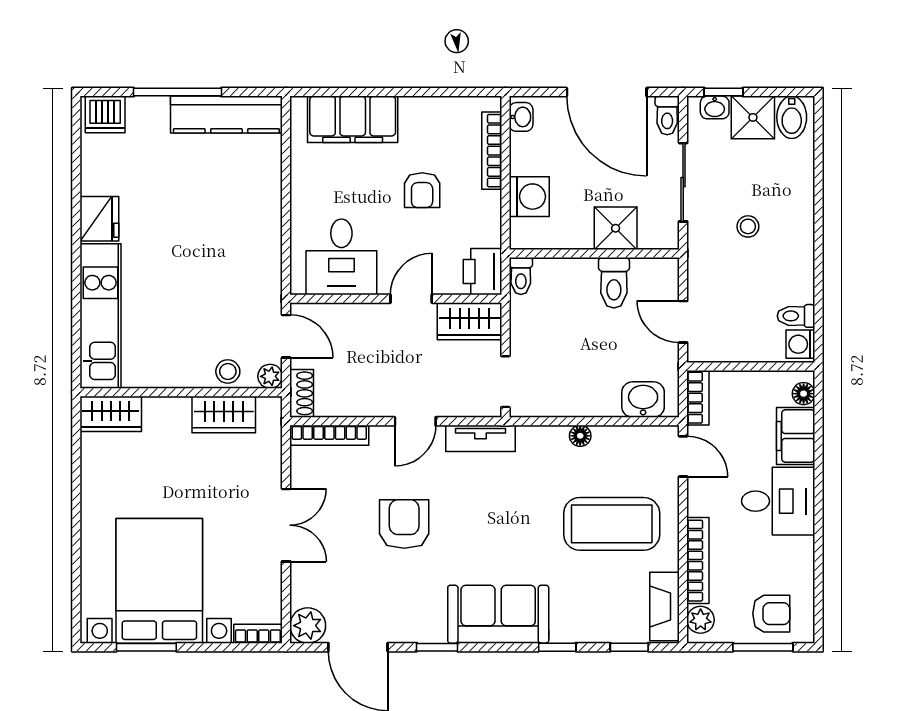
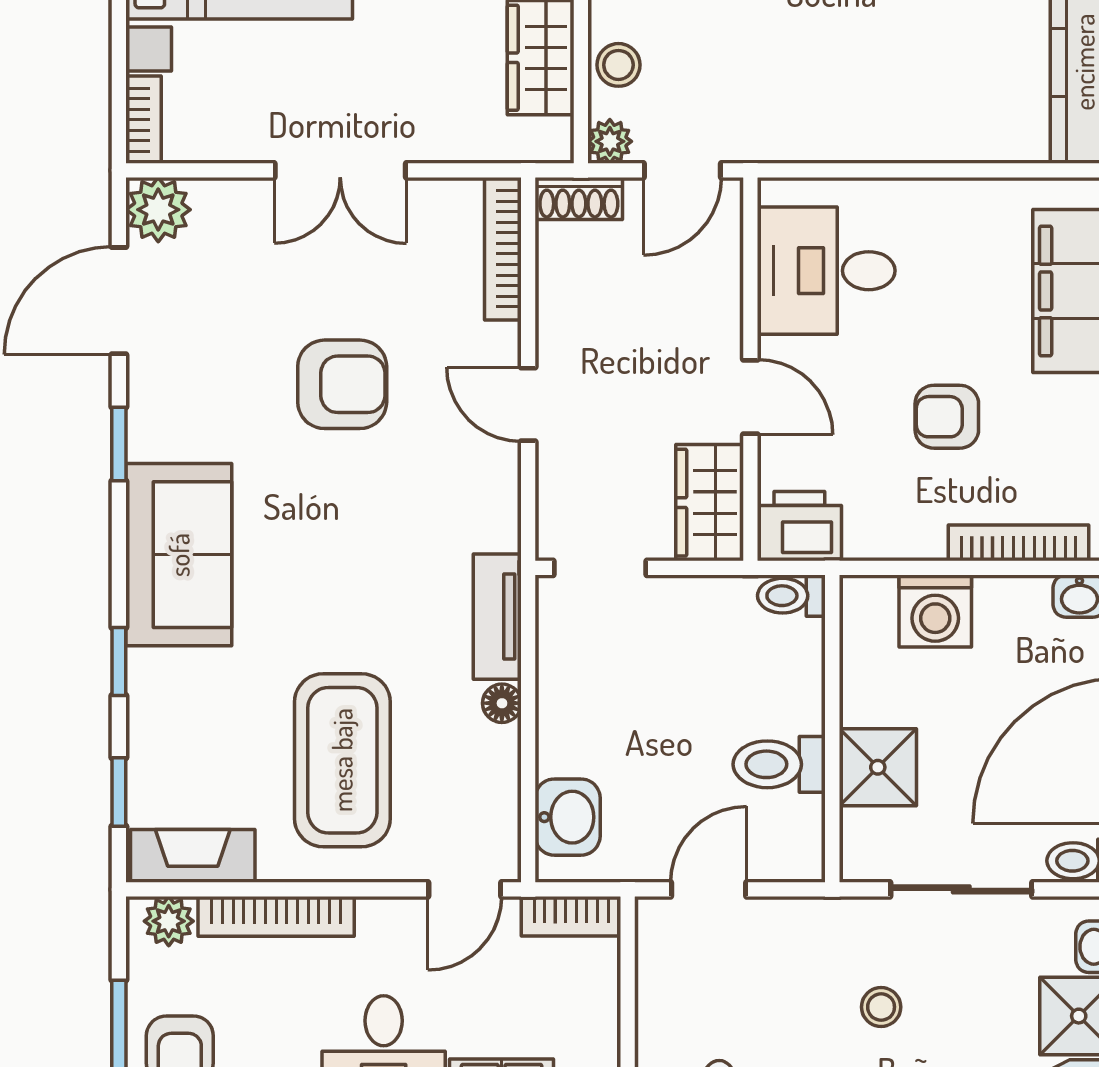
tv unit: (480, 438) -> (497, 617), moved

